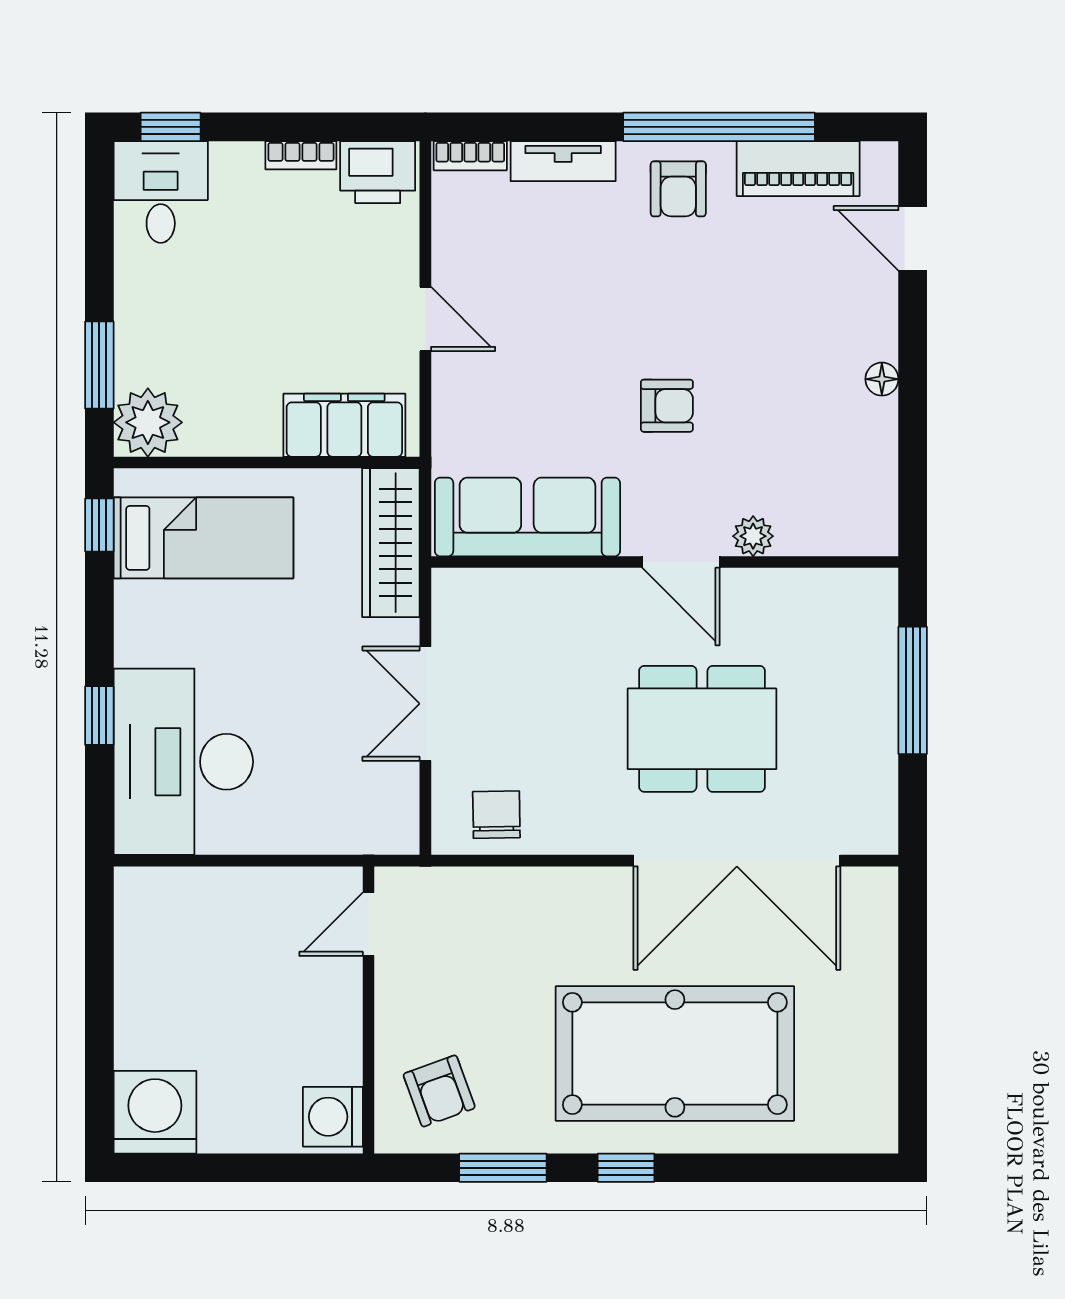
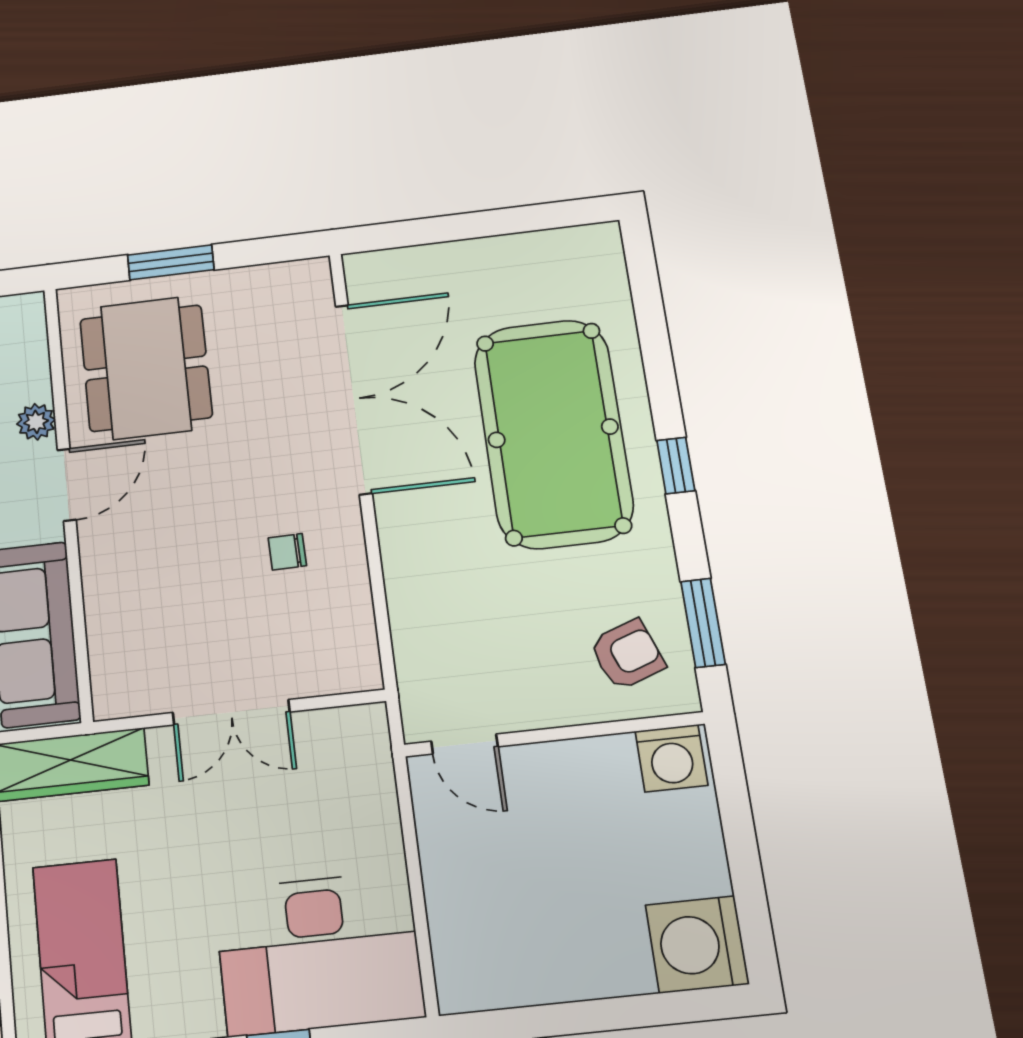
window: (913, 690) -> (171, 262), width x0.69
dining table: (702, 729) -> (146, 368), moved
chair: (496, 815) -> (287, 552), moved, width x0.73, depth x0.73
window: (503, 1168) -> (703, 623), moved

